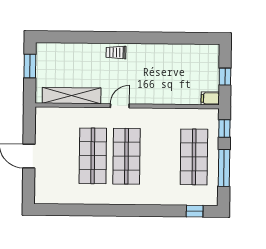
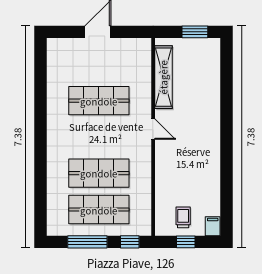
trolley: (116, 52) -> (183, 217), moved
filing cabinet: (210, 98) -> (213, 226), moved
shop shelf: (127, 156) -> (99, 173), moved
window: (195, 211) -> (41, 211), removed

